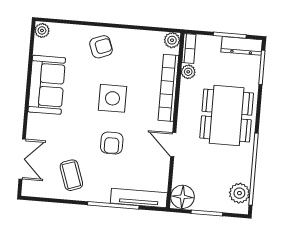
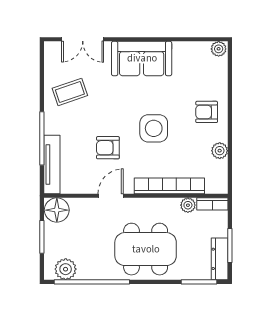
plant: (172, 40) -> (220, 151), moved
armchair: (101, 47) -> (207, 112), turned 111
sofa: (47, 85) -> (142, 58), moved
armchair: (112, 143) -> (108, 148), moved

